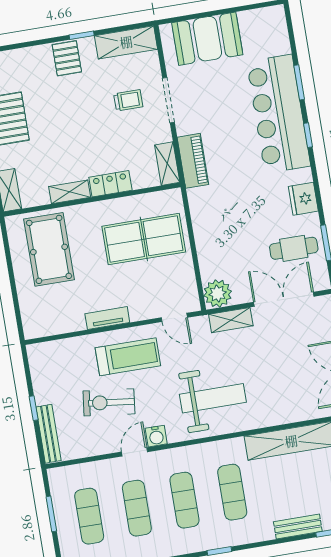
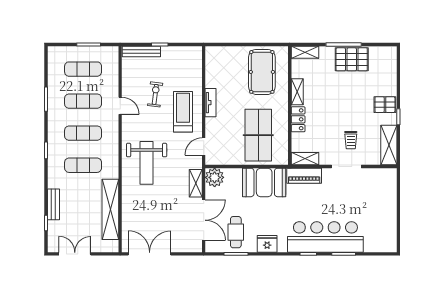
booth: (207, 39) -> (264, 182), moved, turned 90
pool table: (49, 249) -> (262, 72), turned 90
treadmill: (128, 357) -> (183, 112), turned 180
exercise bike: (109, 402) -> (155, 94), width x0.73, depth x0.72
water cooler: (156, 436) -> (128, 122), removed

